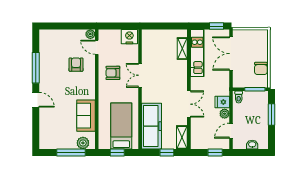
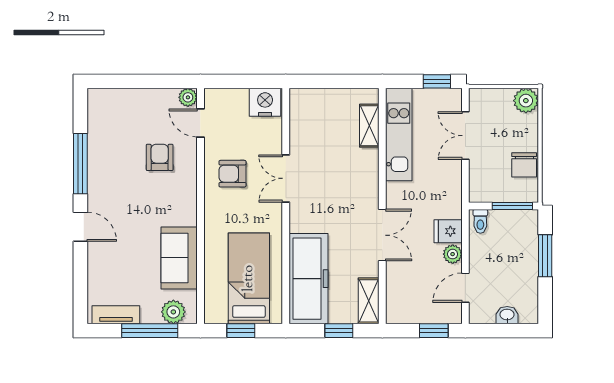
plant: (262, 36) -> (526, 101), added
double door: (231, 54) -> (465, 136), width x0.73
tv unit: (54, 144) -> (116, 315), added

